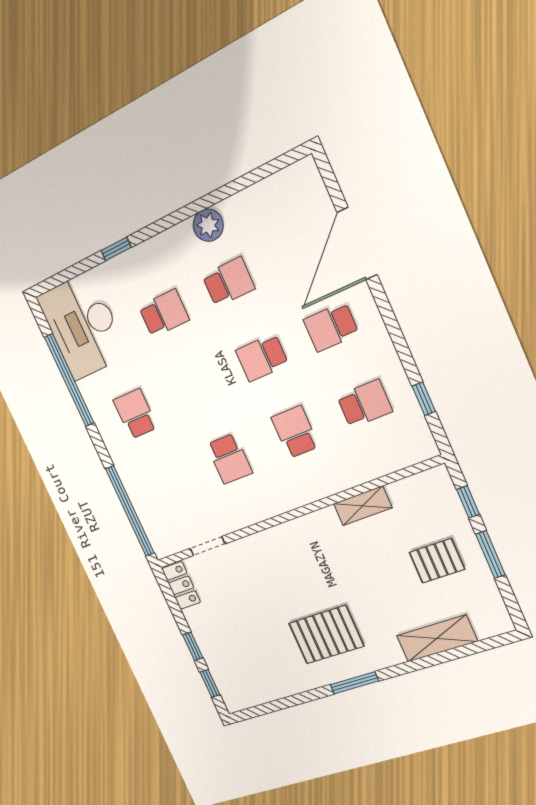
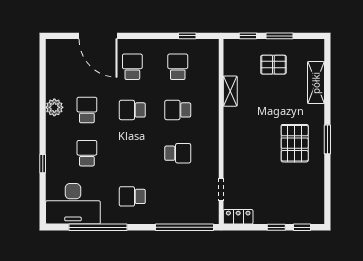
school desk: (331, 327) -> (132, 67), turned 180
school desk: (262, 358) -> (132, 110), turned 90
pallet: (437, 561) -> (273, 65), turned 90

